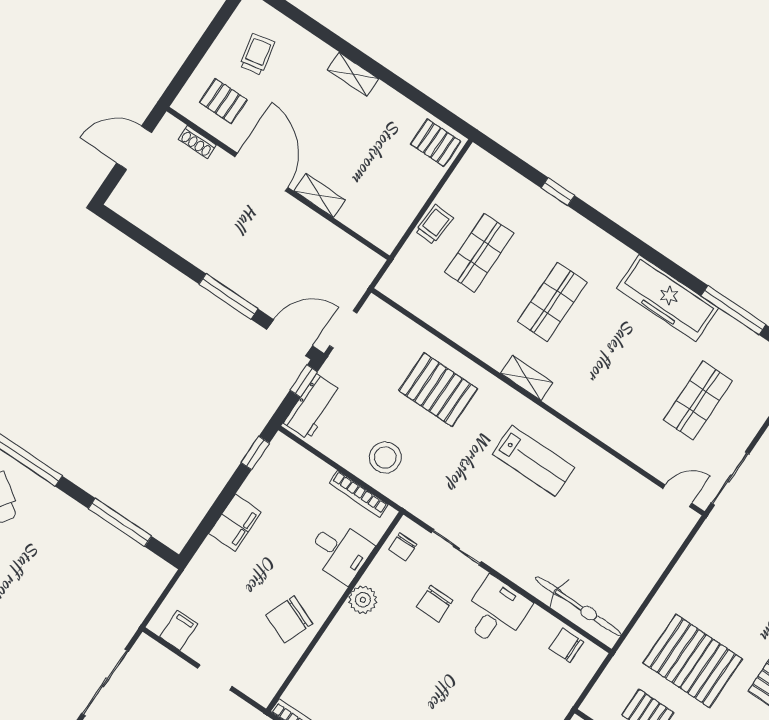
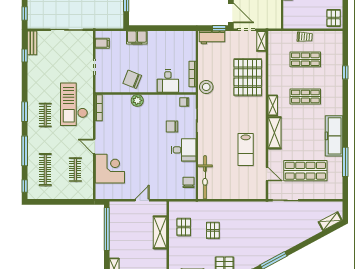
shelving: (385, 315) -> (261, 41), added
pallet: (438, 390) -> (248, 77), width x1.37, depth x1.41
shop shelf: (698, 400) -> (305, 171), width x1.43, depth x1.36
shelving: (583, 411) -> (275, 133), added
window: (255, 453) -> (182, 28), removed
stool: (385, 457) -> (206, 87), moved
lab bench: (533, 461) -> (246, 149), moved
door: (677, 496) -> (267, 174), moved
filing cabinet: (235, 523) -> (137, 38), moved
plant: (363, 600) -> (137, 100), moved
pallet: (693, 661) -> (213, 230), width x0.49, depth x0.50

